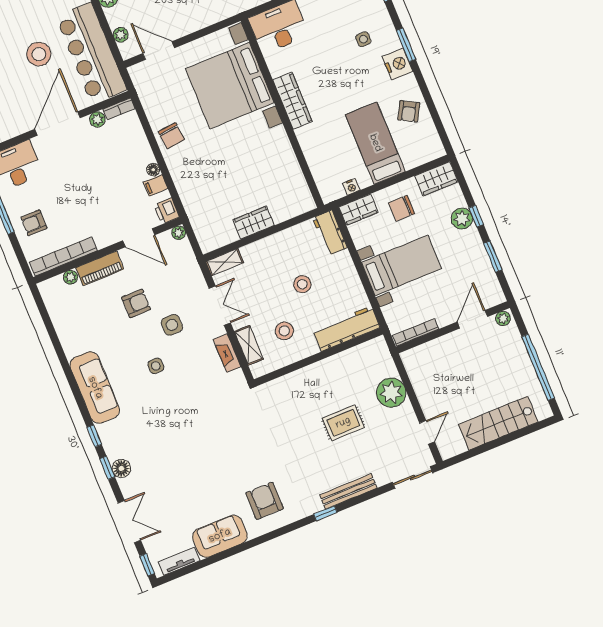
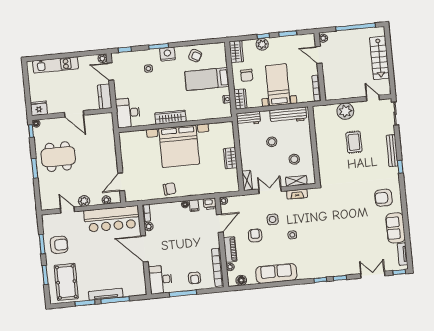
stool: (39, 54) -> (104, 248), removed
bed with nightstands: (230, 86) -> (179, 146), moved
workbench: (346, 329) -> (288, 115), moved, turned -90
sofa: (95, 388) -> (276, 273), moved
floor lamp: (121, 468) -> (241, 280), moved

